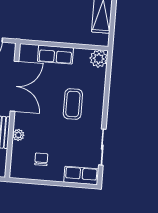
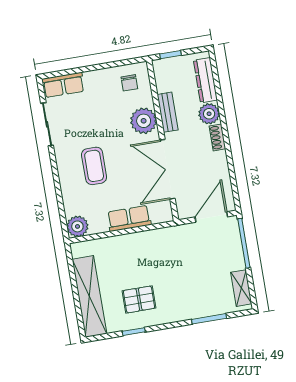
plant: (18, 135) -> (144, 121), width x1.88, depth x1.88
chair: (41, 159) -> (129, 83), moved

